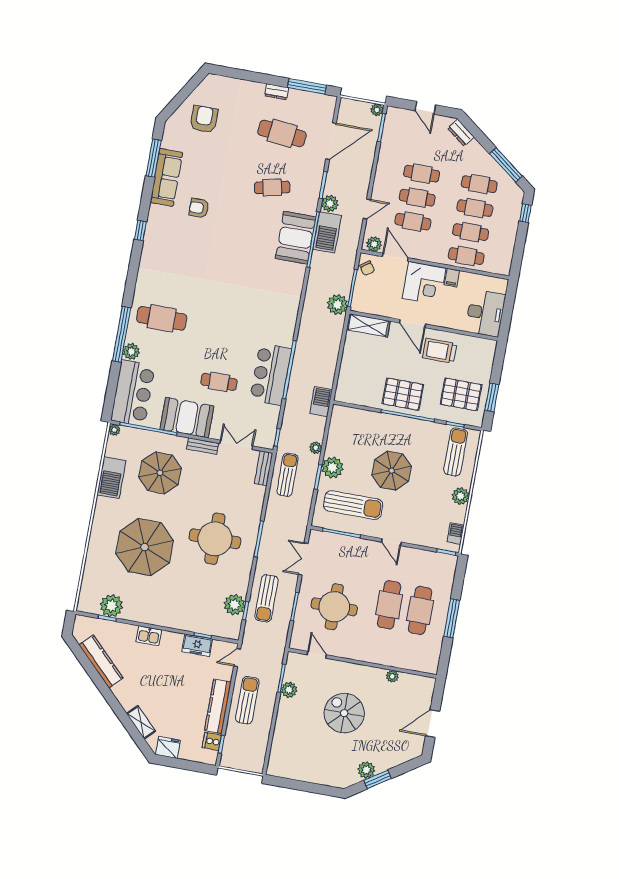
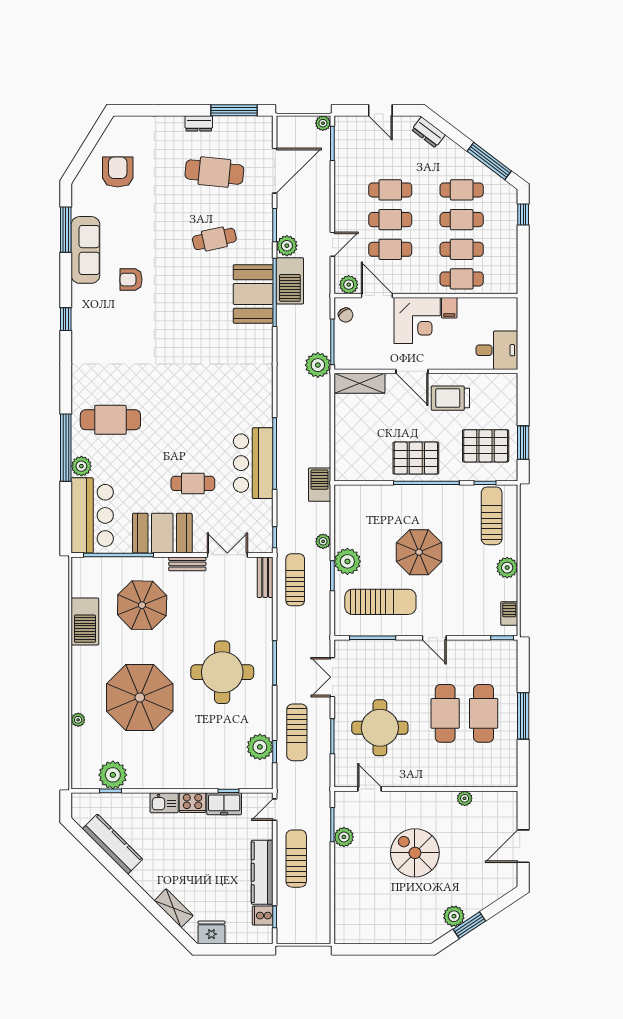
desk: (485, 313) -> (497, 350), width x0.73
plant: (114, 430) -> (78, 720), moved
cooker: (172, 640) -> (193, 803), added

